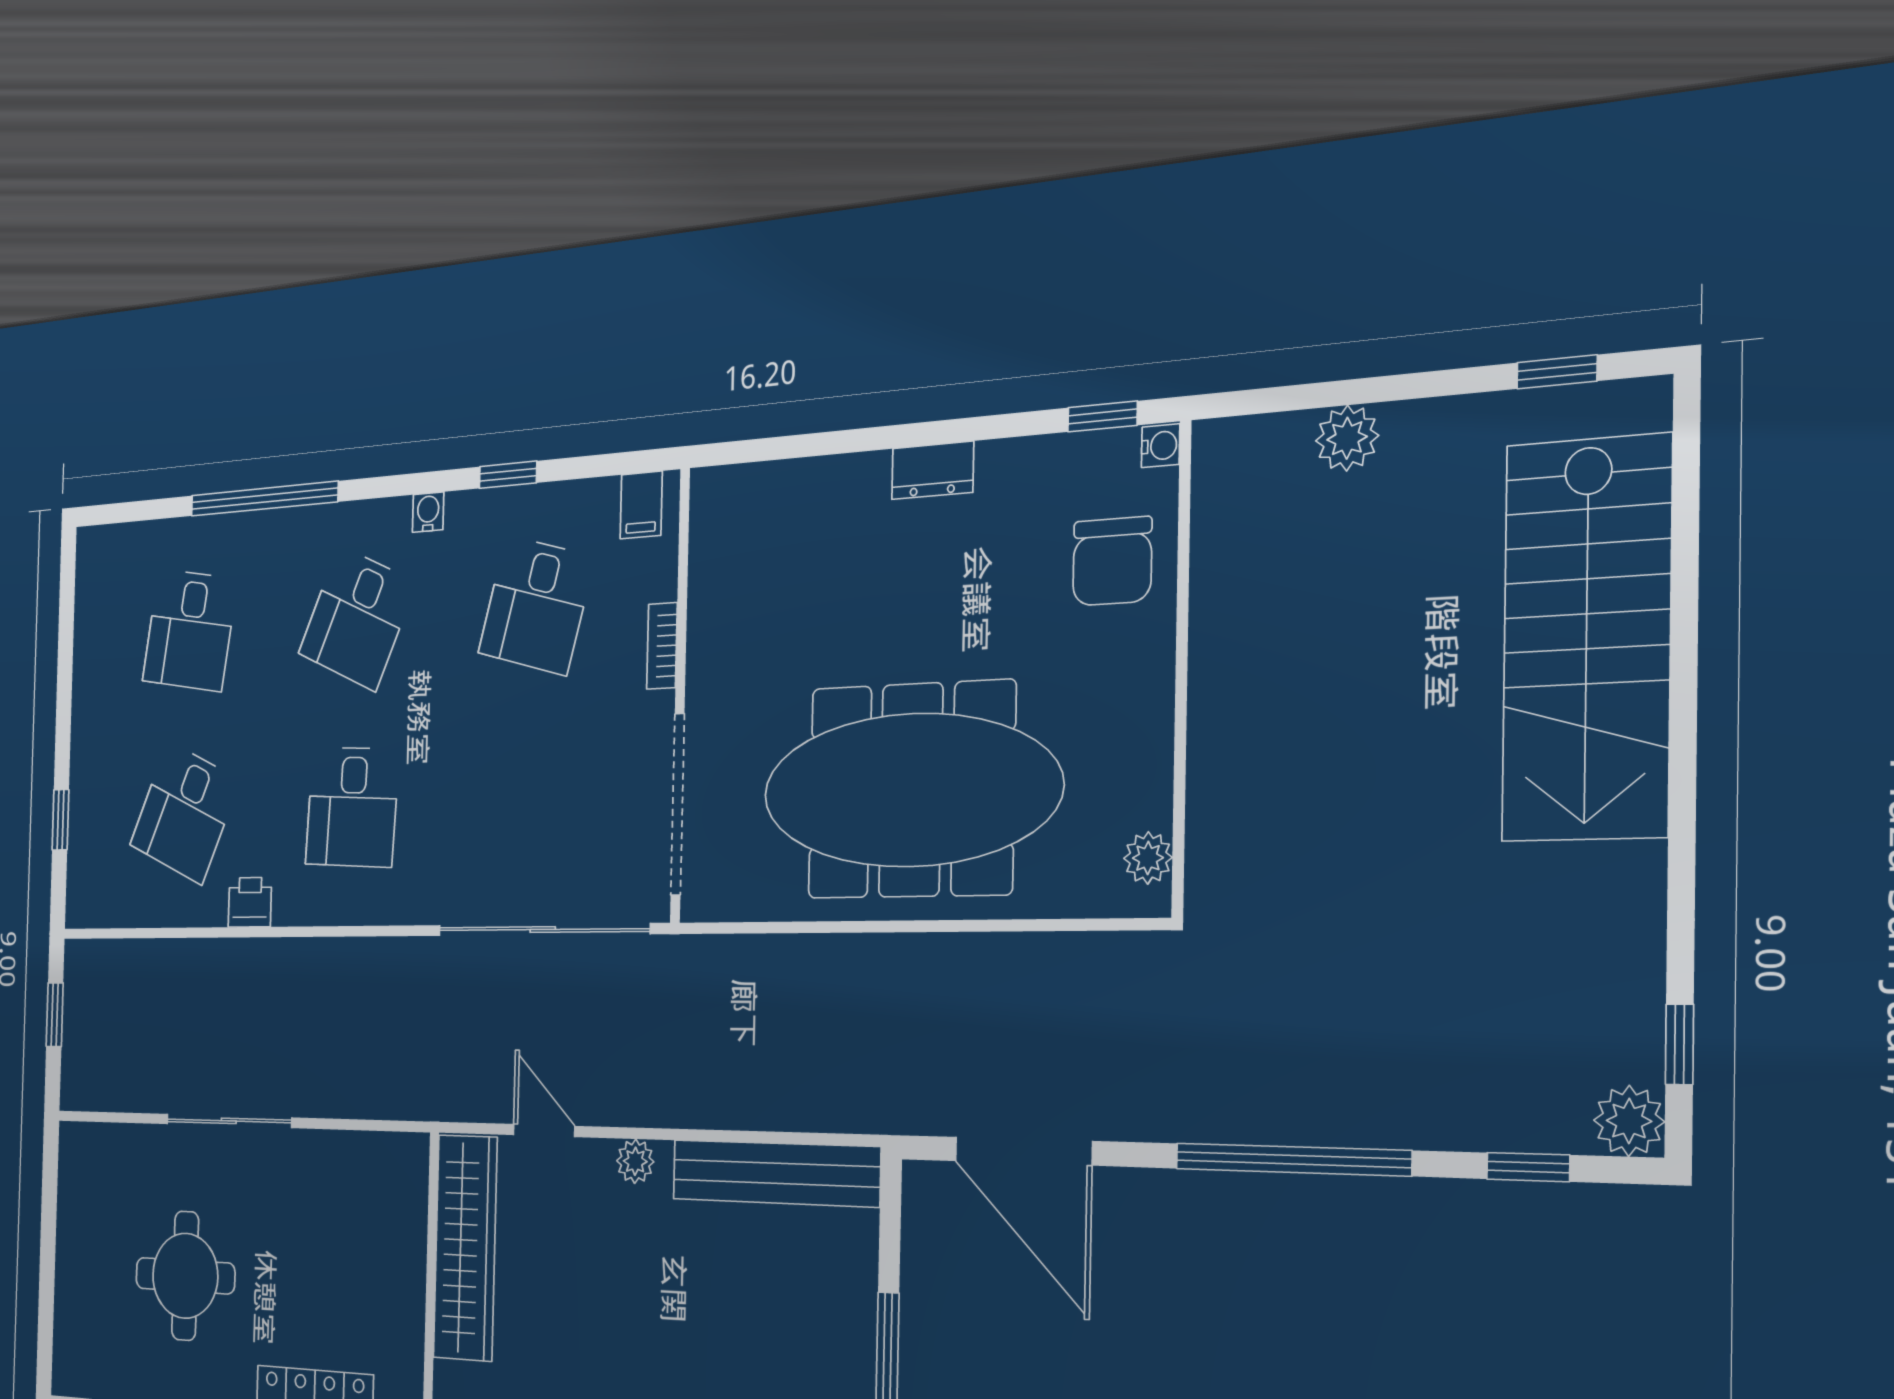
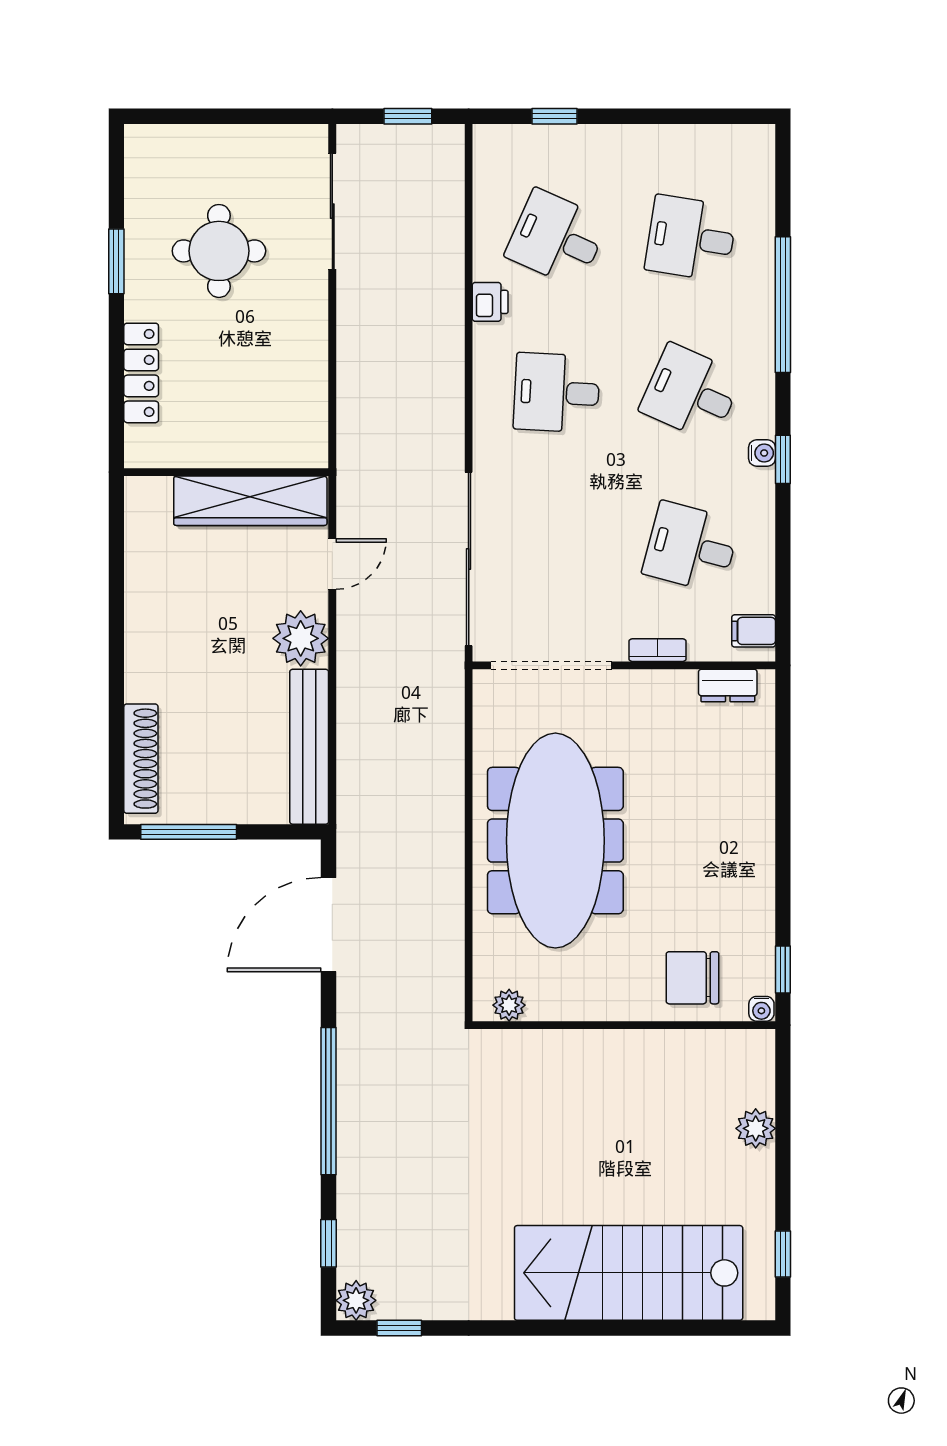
dresser: (933, 470) -> (728, 685), moved, turned -90
window: (508, 475) -> (783, 459), moved
sliding door: (229, 1121) -> (332, 211), moved
plant: (635, 1161) -> (301, 638), width x1.88, depth x1.88

